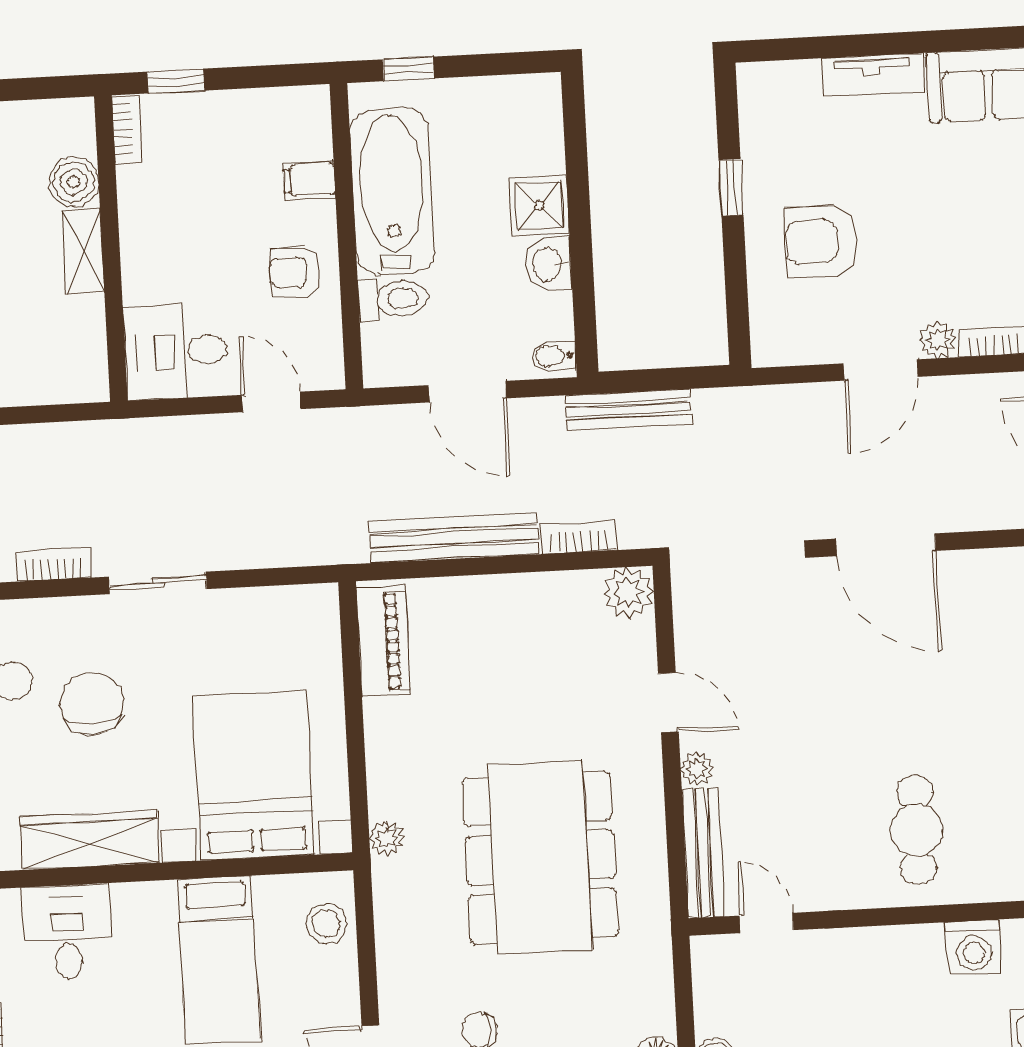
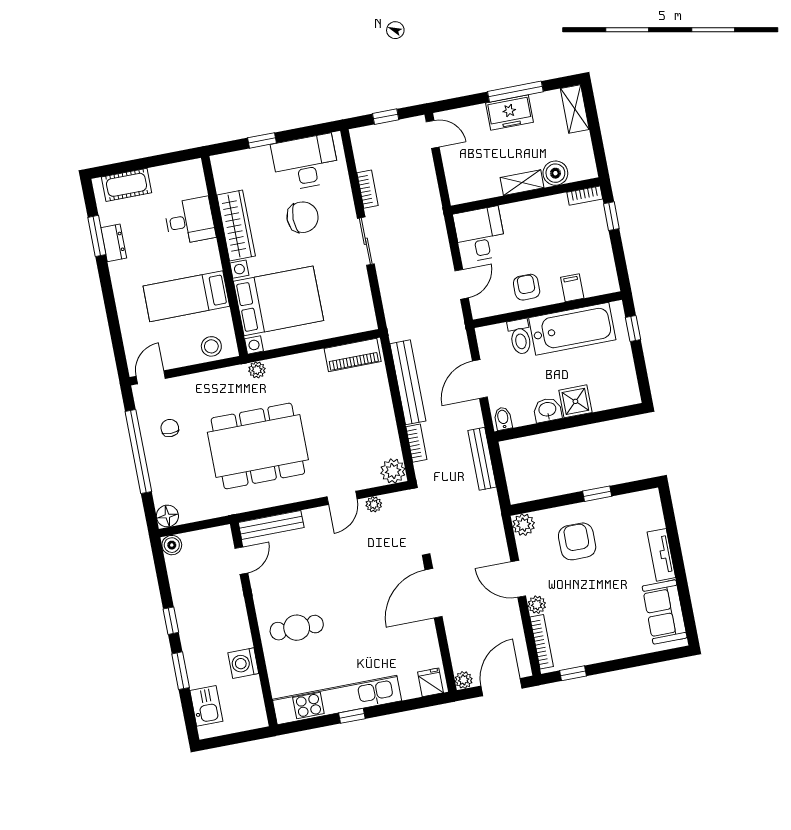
plant: (773, 344) -> (524, 525), added
plant: (697, 769) -> (374, 504), moved

